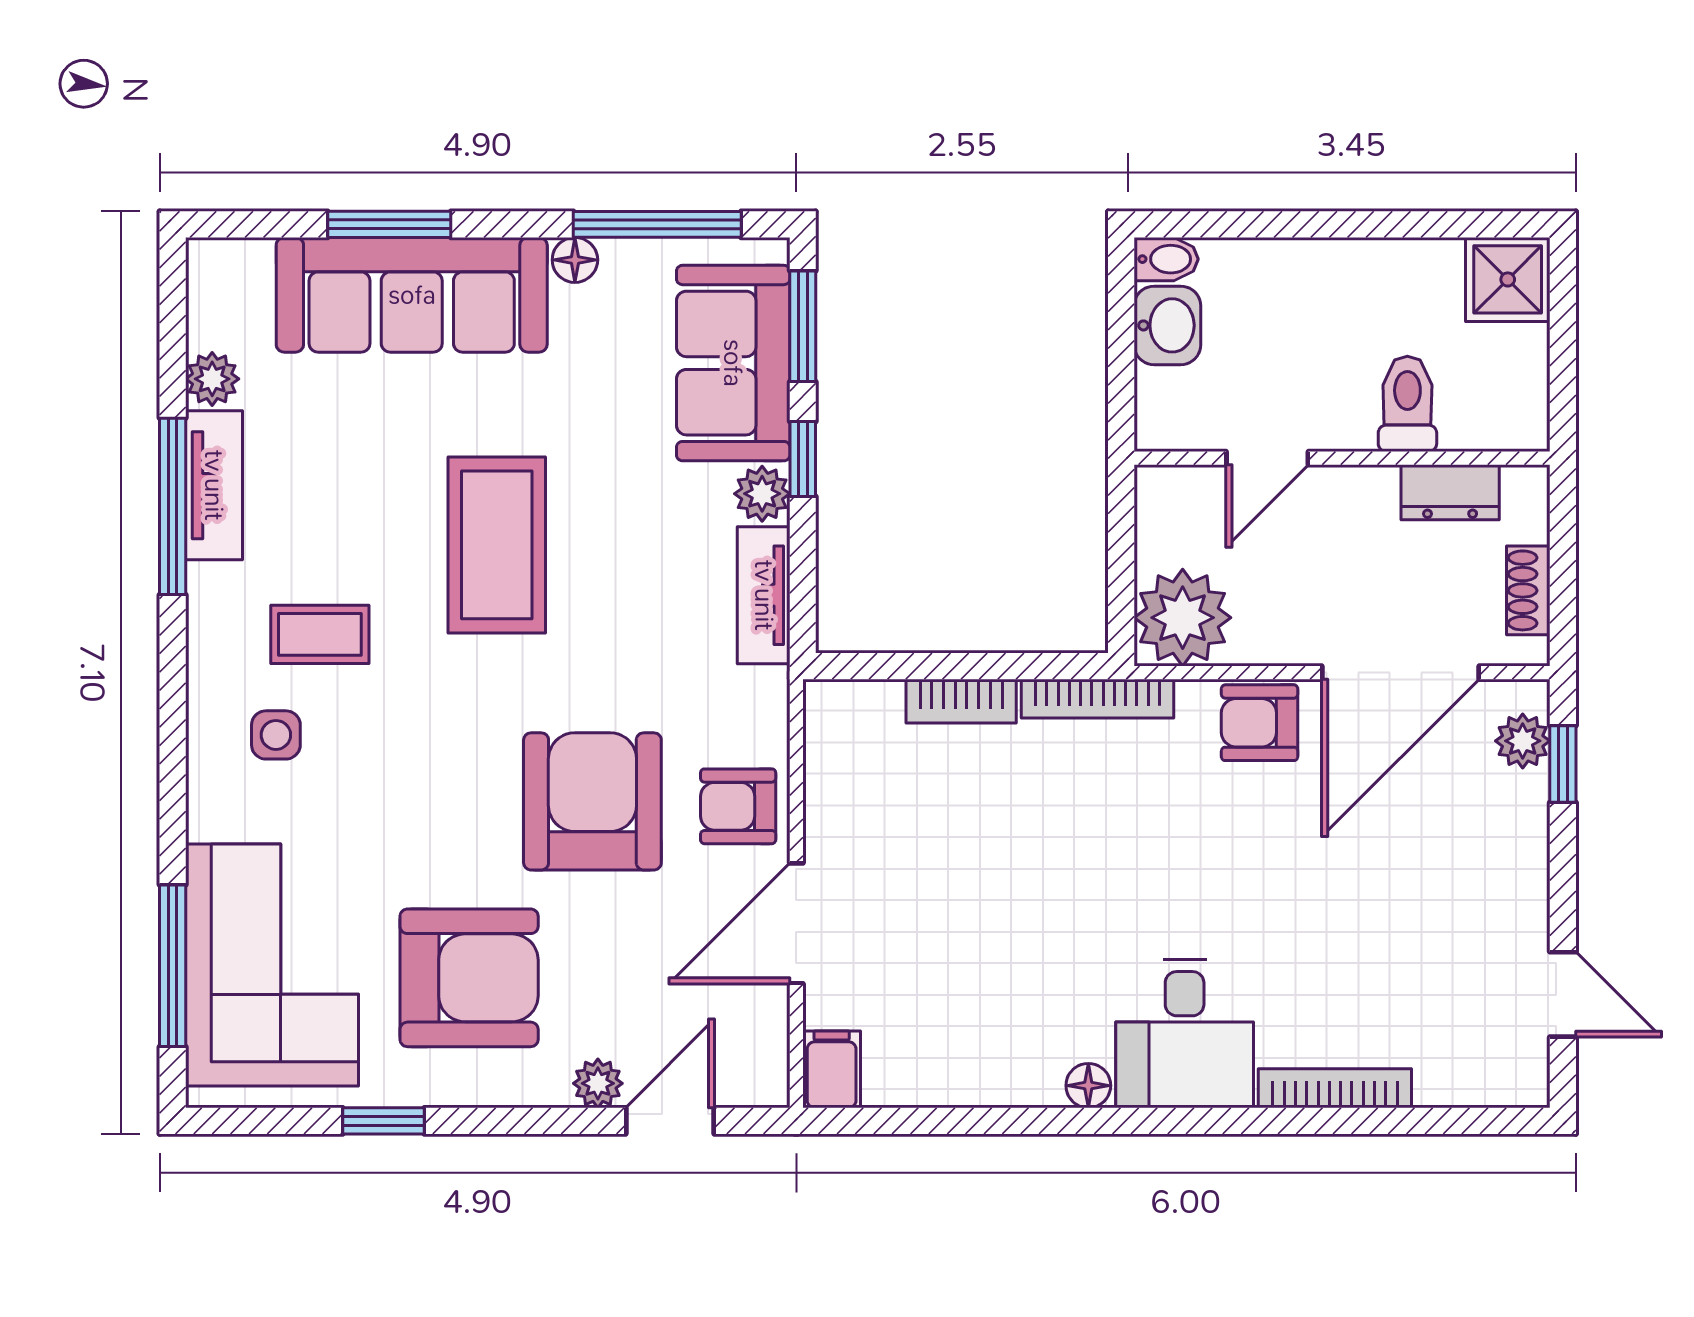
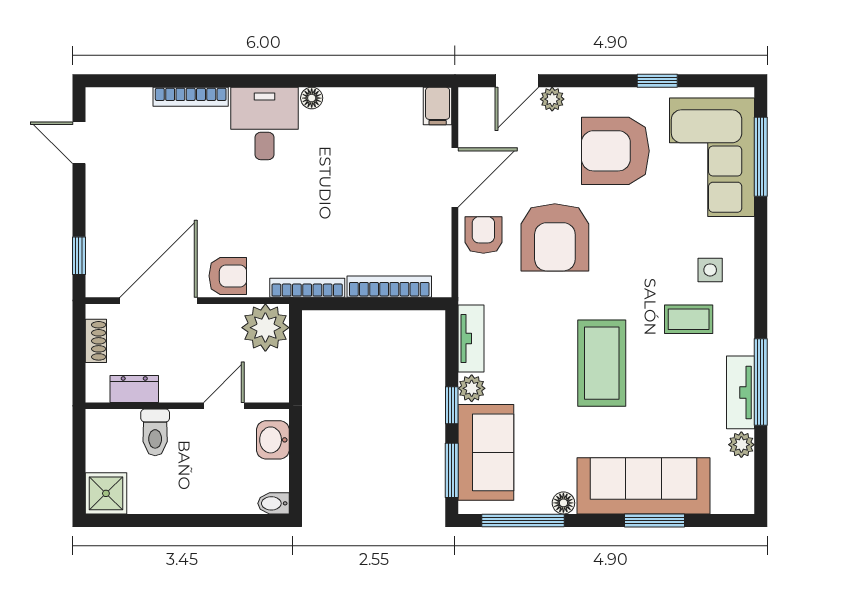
washbasin: (1167, 325) -> (273, 440), moved
bookcase: (961, 701) -> (389, 287), width x1.56
plant: (1523, 741) -> (99, 267), removed
armchair: (738, 806) -> (483, 235), turned -90

